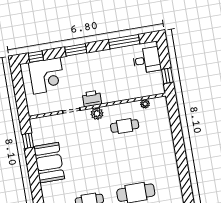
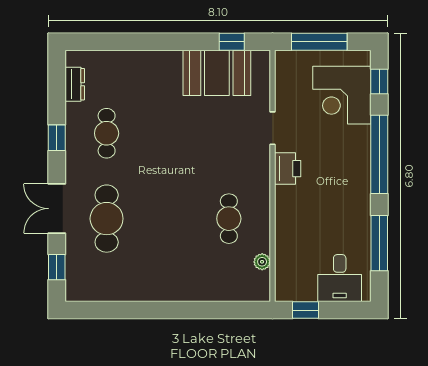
window: (76, 50) -> (379, 154), width x2.11
window: (20, 93) -> (319, 42), added
plant: (97, 114) -> (259, 173), removed
booth: (49, 163) -> (217, 73), moved

